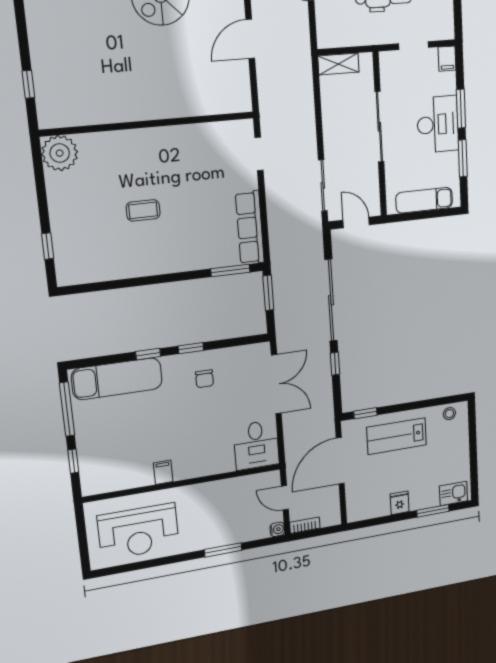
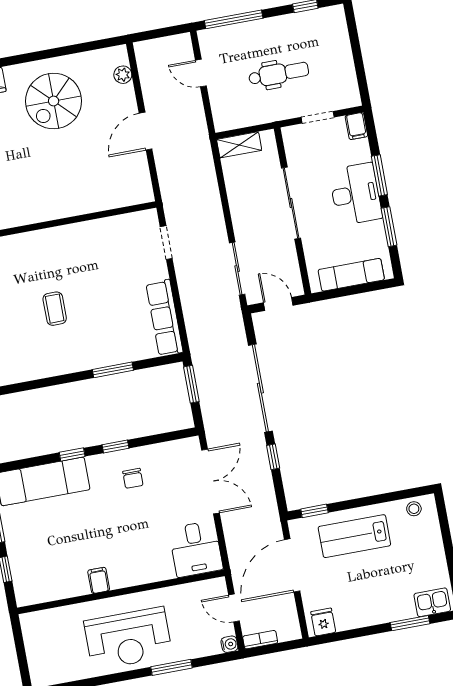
coffee table: (143, 210) -> (55, 309), turned 90
window: (230, 270) -> (113, 370), moved
fridge: (400, 503) -> (323, 622), moved
reception desk: (138, 532) -> (128, 639), moved

